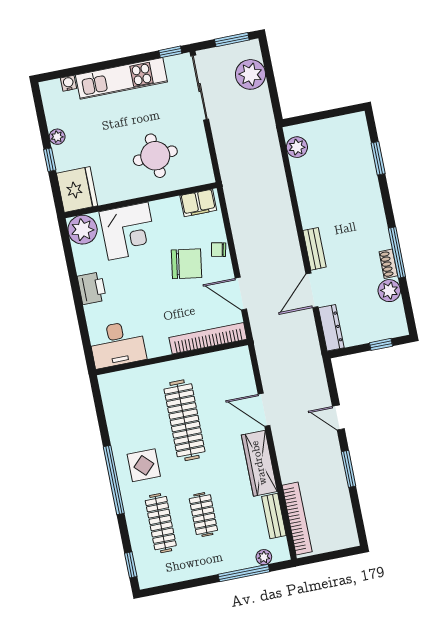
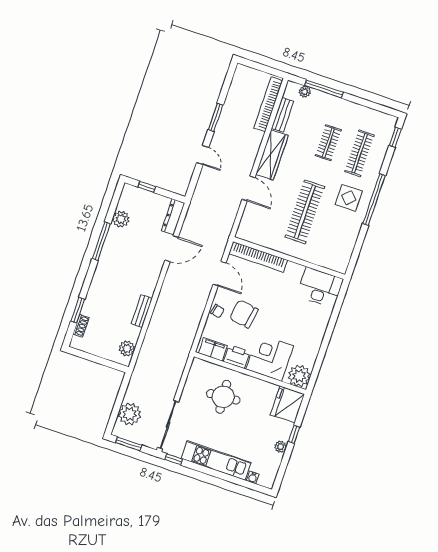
bench: (314, 249) -> (142, 311), moved
shoe rack: (388, 264) -> (81, 326), moved
printer: (92, 288) -> (237, 357), moved, turned 90

